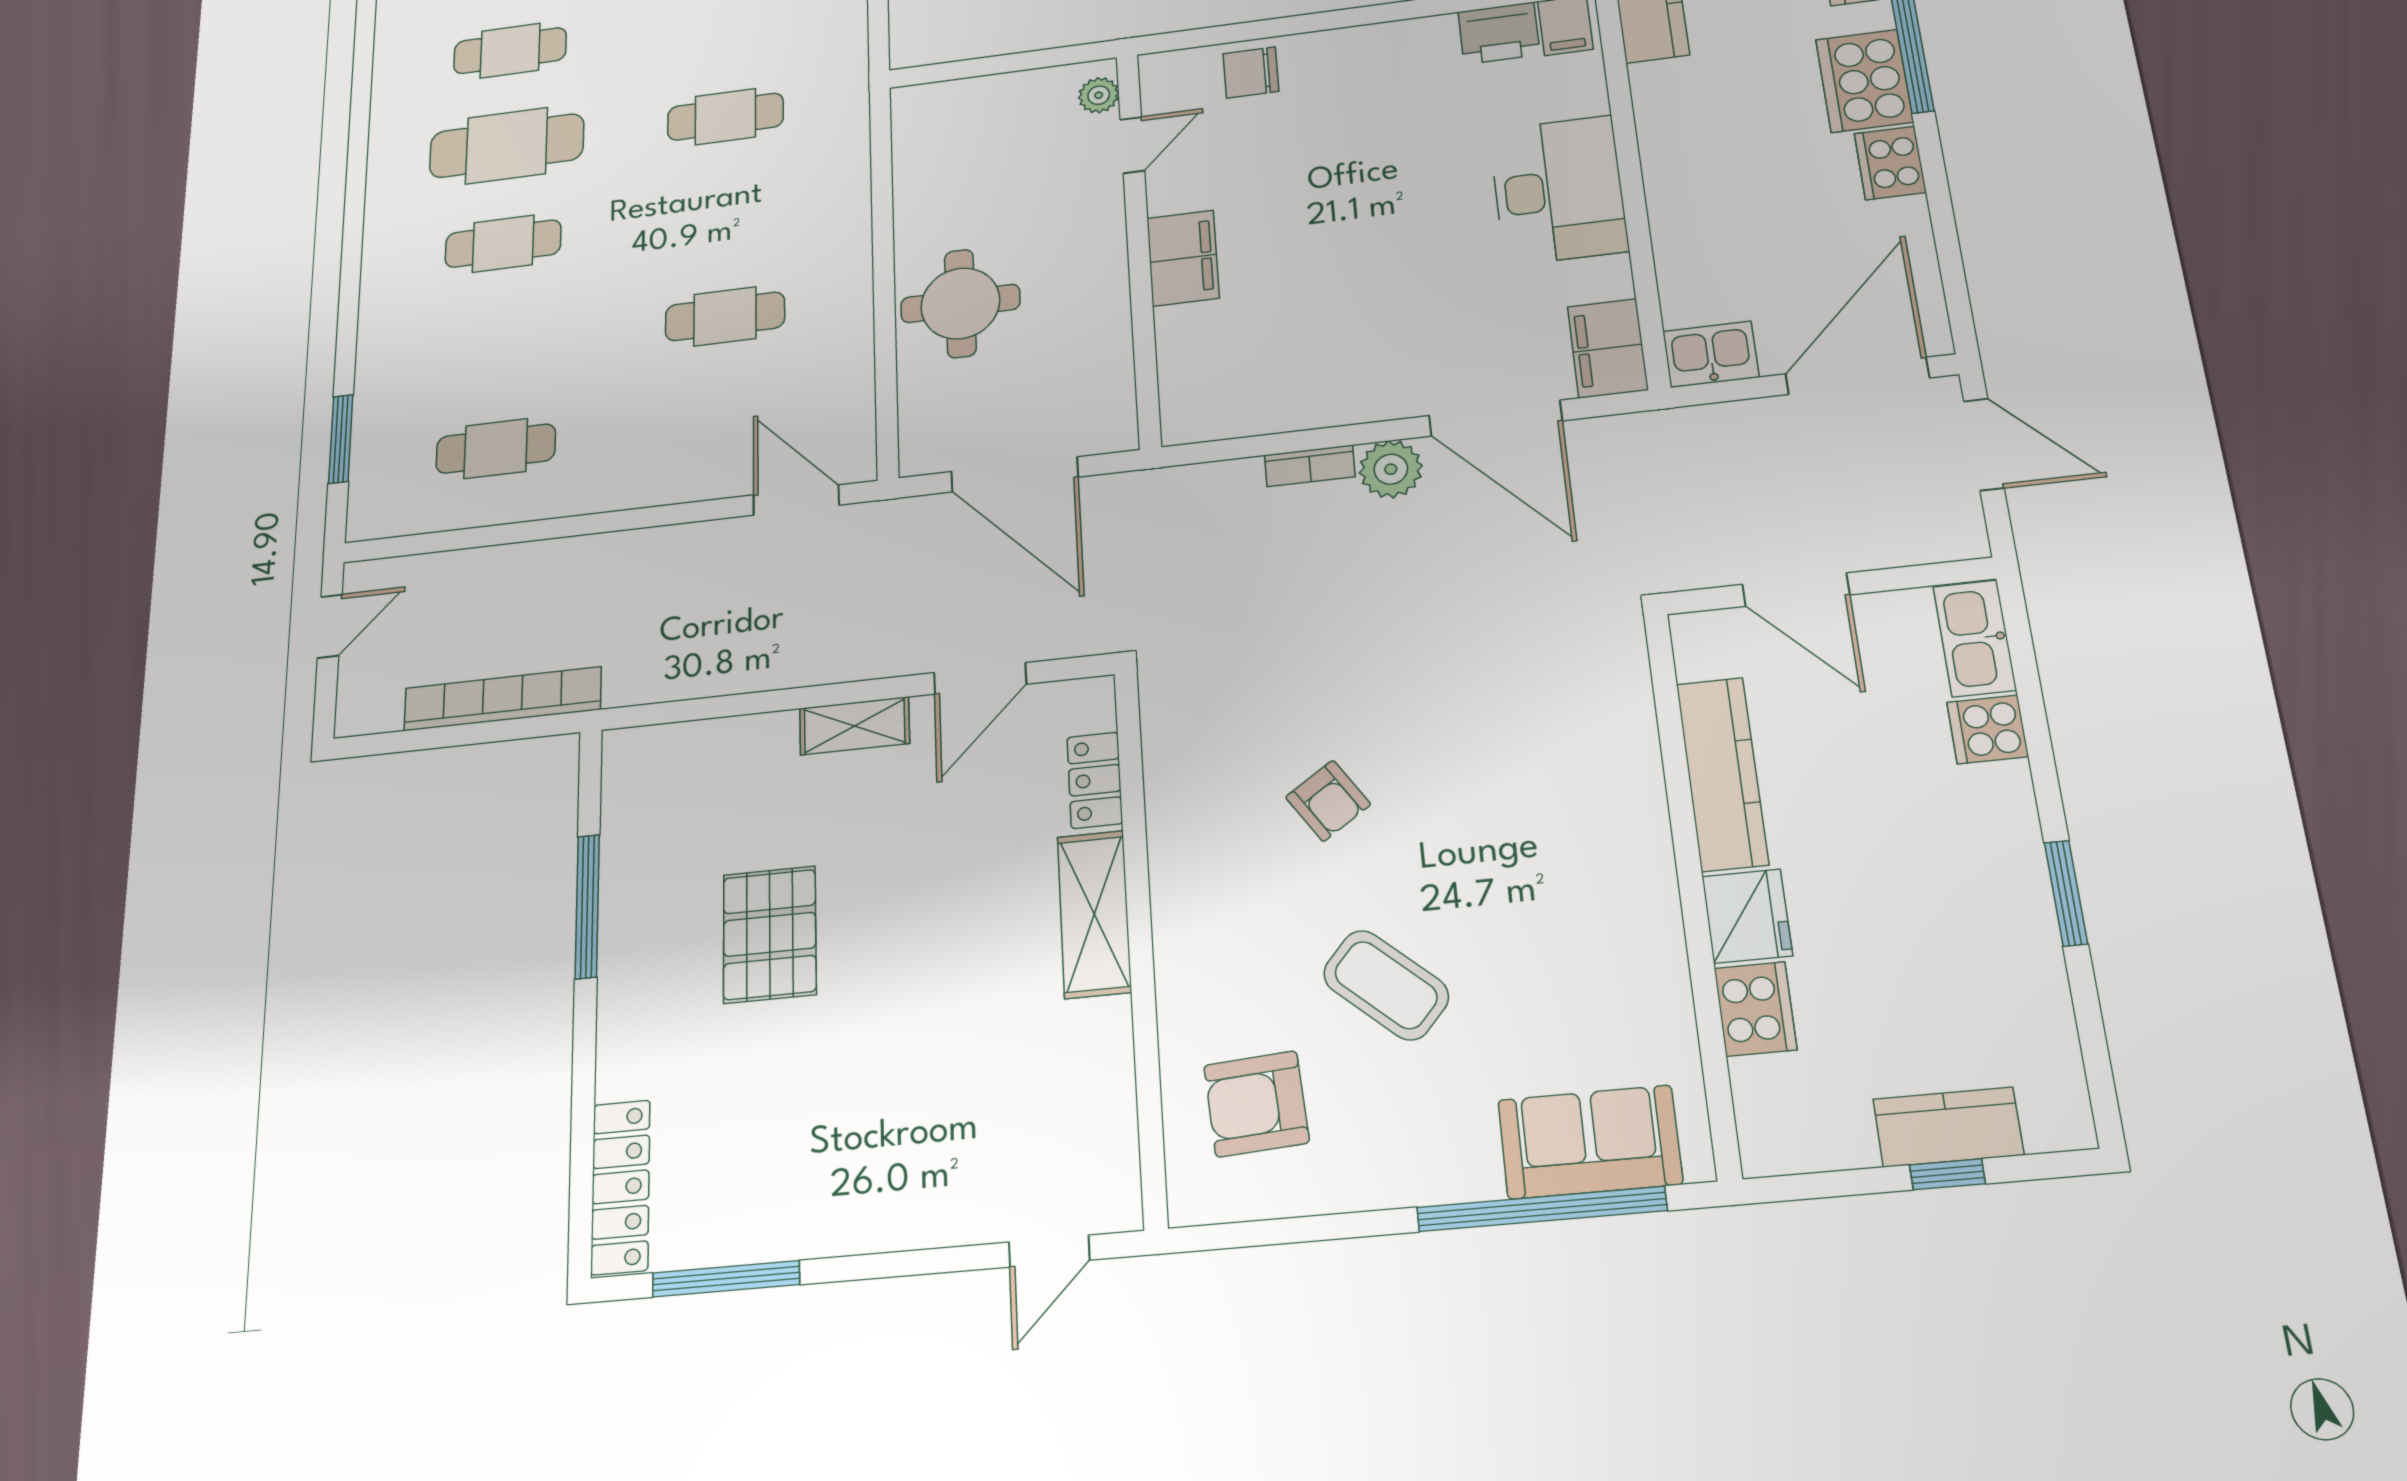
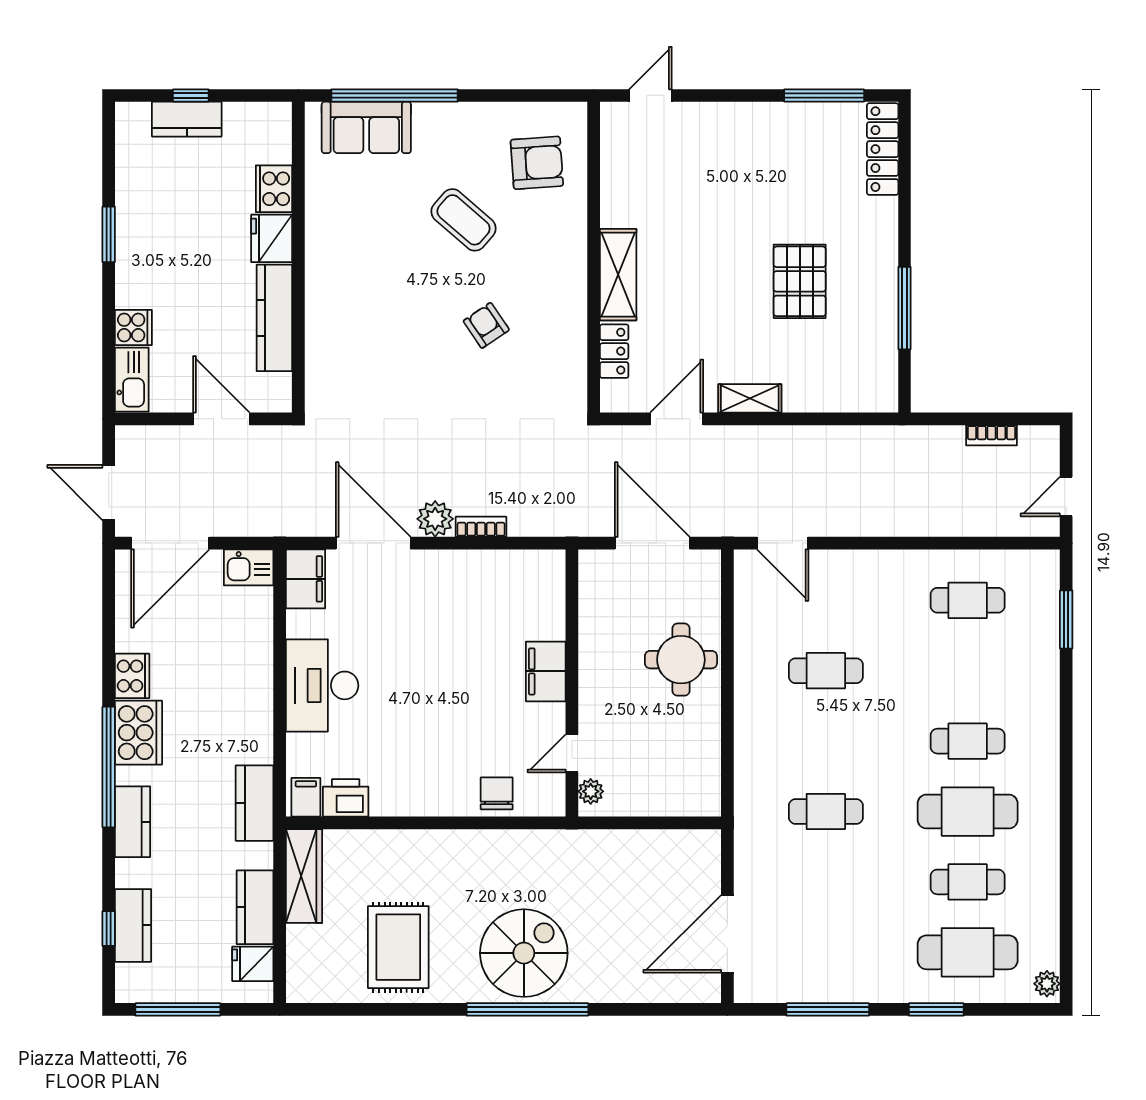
chair: (1251, 72) -> (497, 793), turned -90
bookcase: (503, 699) -> (991, 435), width x0.43, depth x0.76

